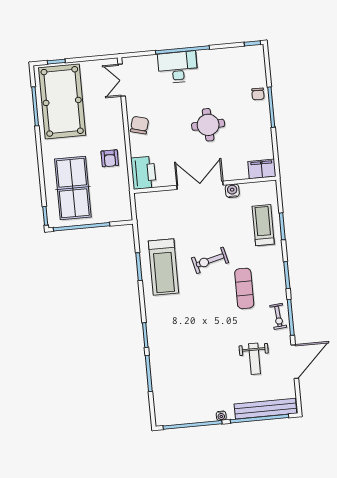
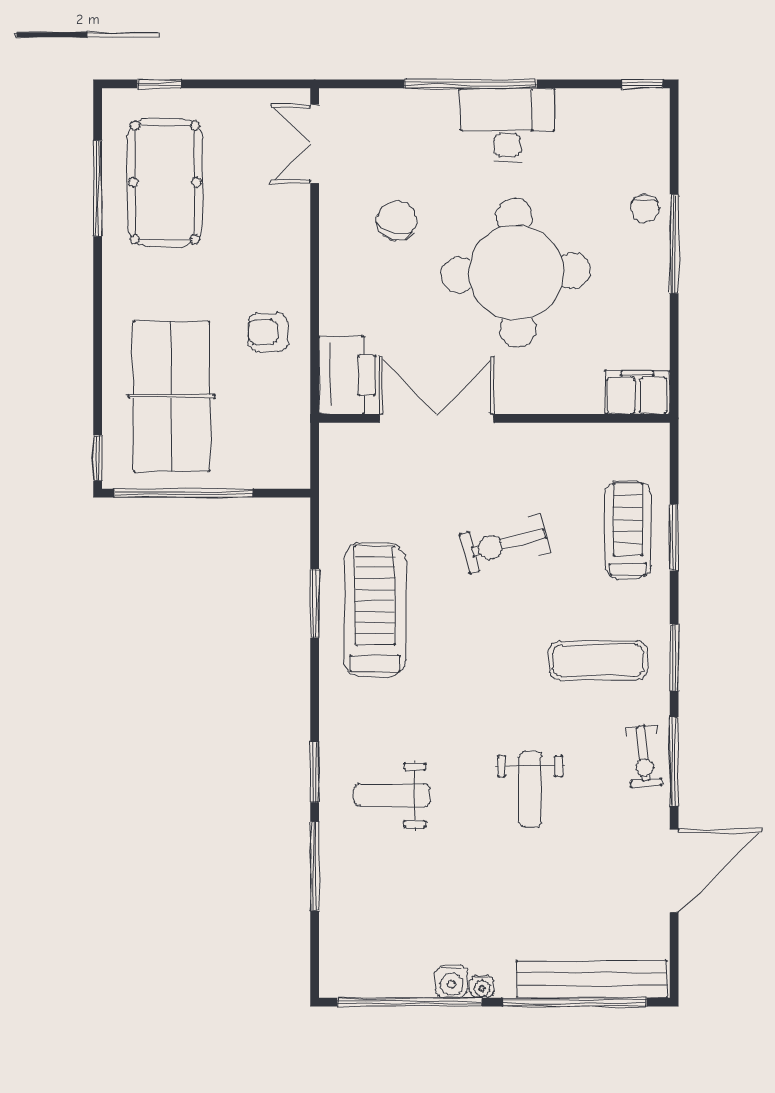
desk: (178, 67) -> (507, 125), moved
pool table: (62, 101) -> (165, 182), width x0.73, depth x0.76
chair: (140, 125) -> (397, 221), moved
round table: (208, 125) -> (516, 273), width x1.86, depth x1.86
armchair: (110, 158) -> (268, 332), turned 90
double door: (200, 185) -> (436, 418), moved
water cooler: (232, 191) -> (451, 981), moved, turned 180
exercise bike: (210, 260) -> (505, 544), moved
treadmill: (164, 267) -> (375, 610), turned 180
exercise mat: (244, 288) -> (598, 660), moved, turned 90
weight bench: (177, 341) -> (392, 795), added
weight bench: (255, 359) -> (530, 789), moved

